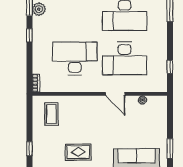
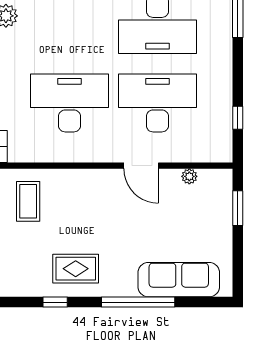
desk: (125, 58) -> (157, 103), turned 180
window: (170, 148) -> (238, 208), moved

